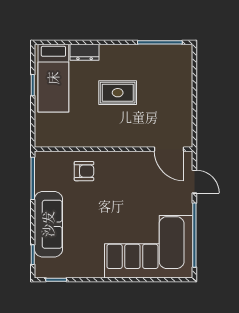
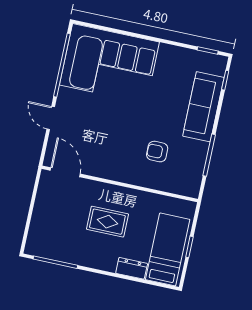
wall: (114, 149) -> (120, 184), moved
door: (169, 149) -> (65, 172), moved

